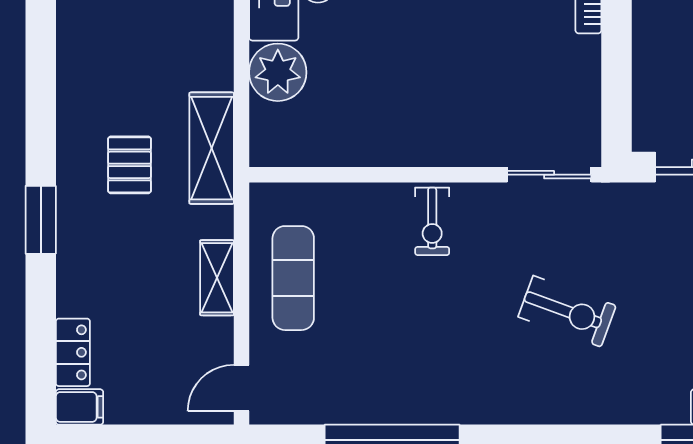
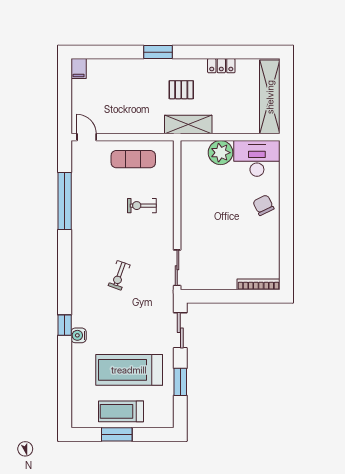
exercise bike: (432, 221) -> (142, 206), moved
shelving: (217, 278) -> (133, 127), removed
exercise bike: (567, 311) -> (119, 275), width x0.73, depth x0.72
locker: (73, 352) -> (221, 66), moved

